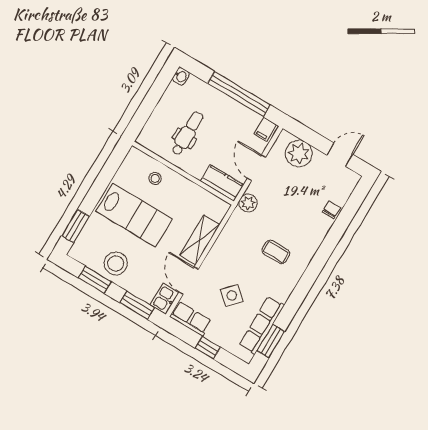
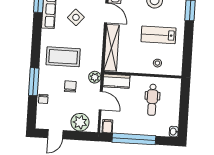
chair: (287, 208) -> (70, 86), added
lab bench: (134, 215) -> (159, 35), width x0.73, depth x0.72
window: (332, 239) -> (34, 82), added
shelving: (200, 240) -> (112, 48), width x1.47
coffee table: (276, 252) -> (63, 57), width x1.86, depth x1.72

